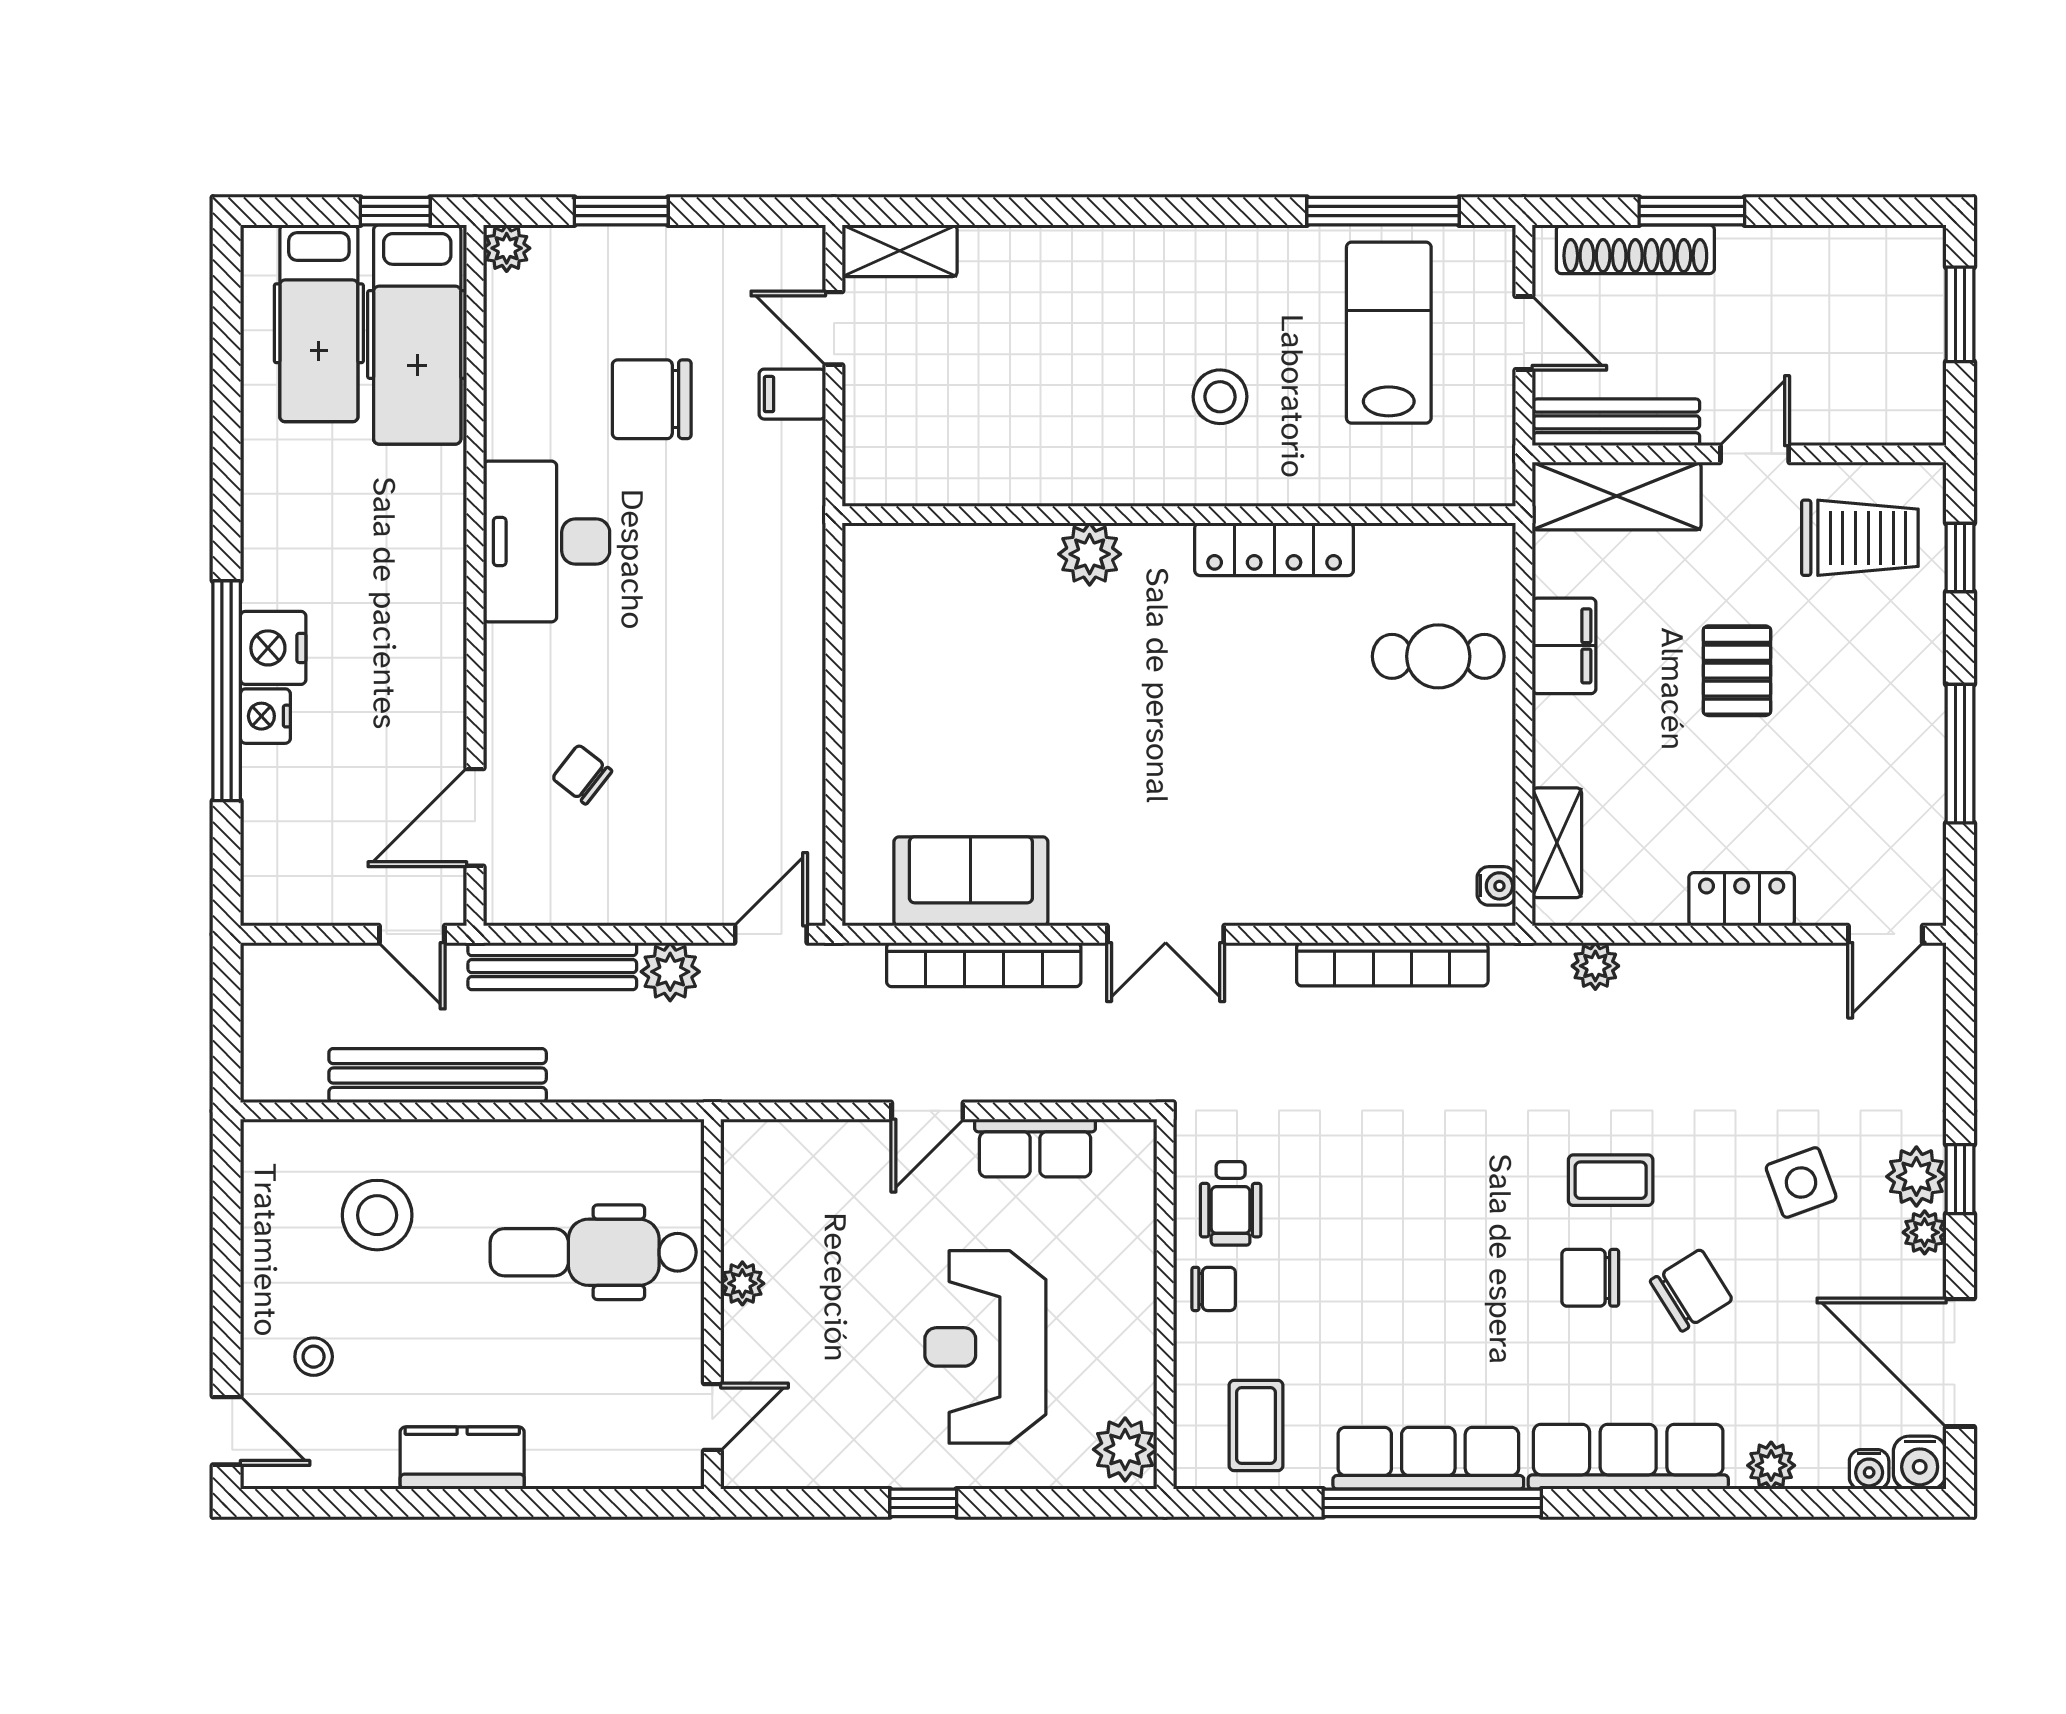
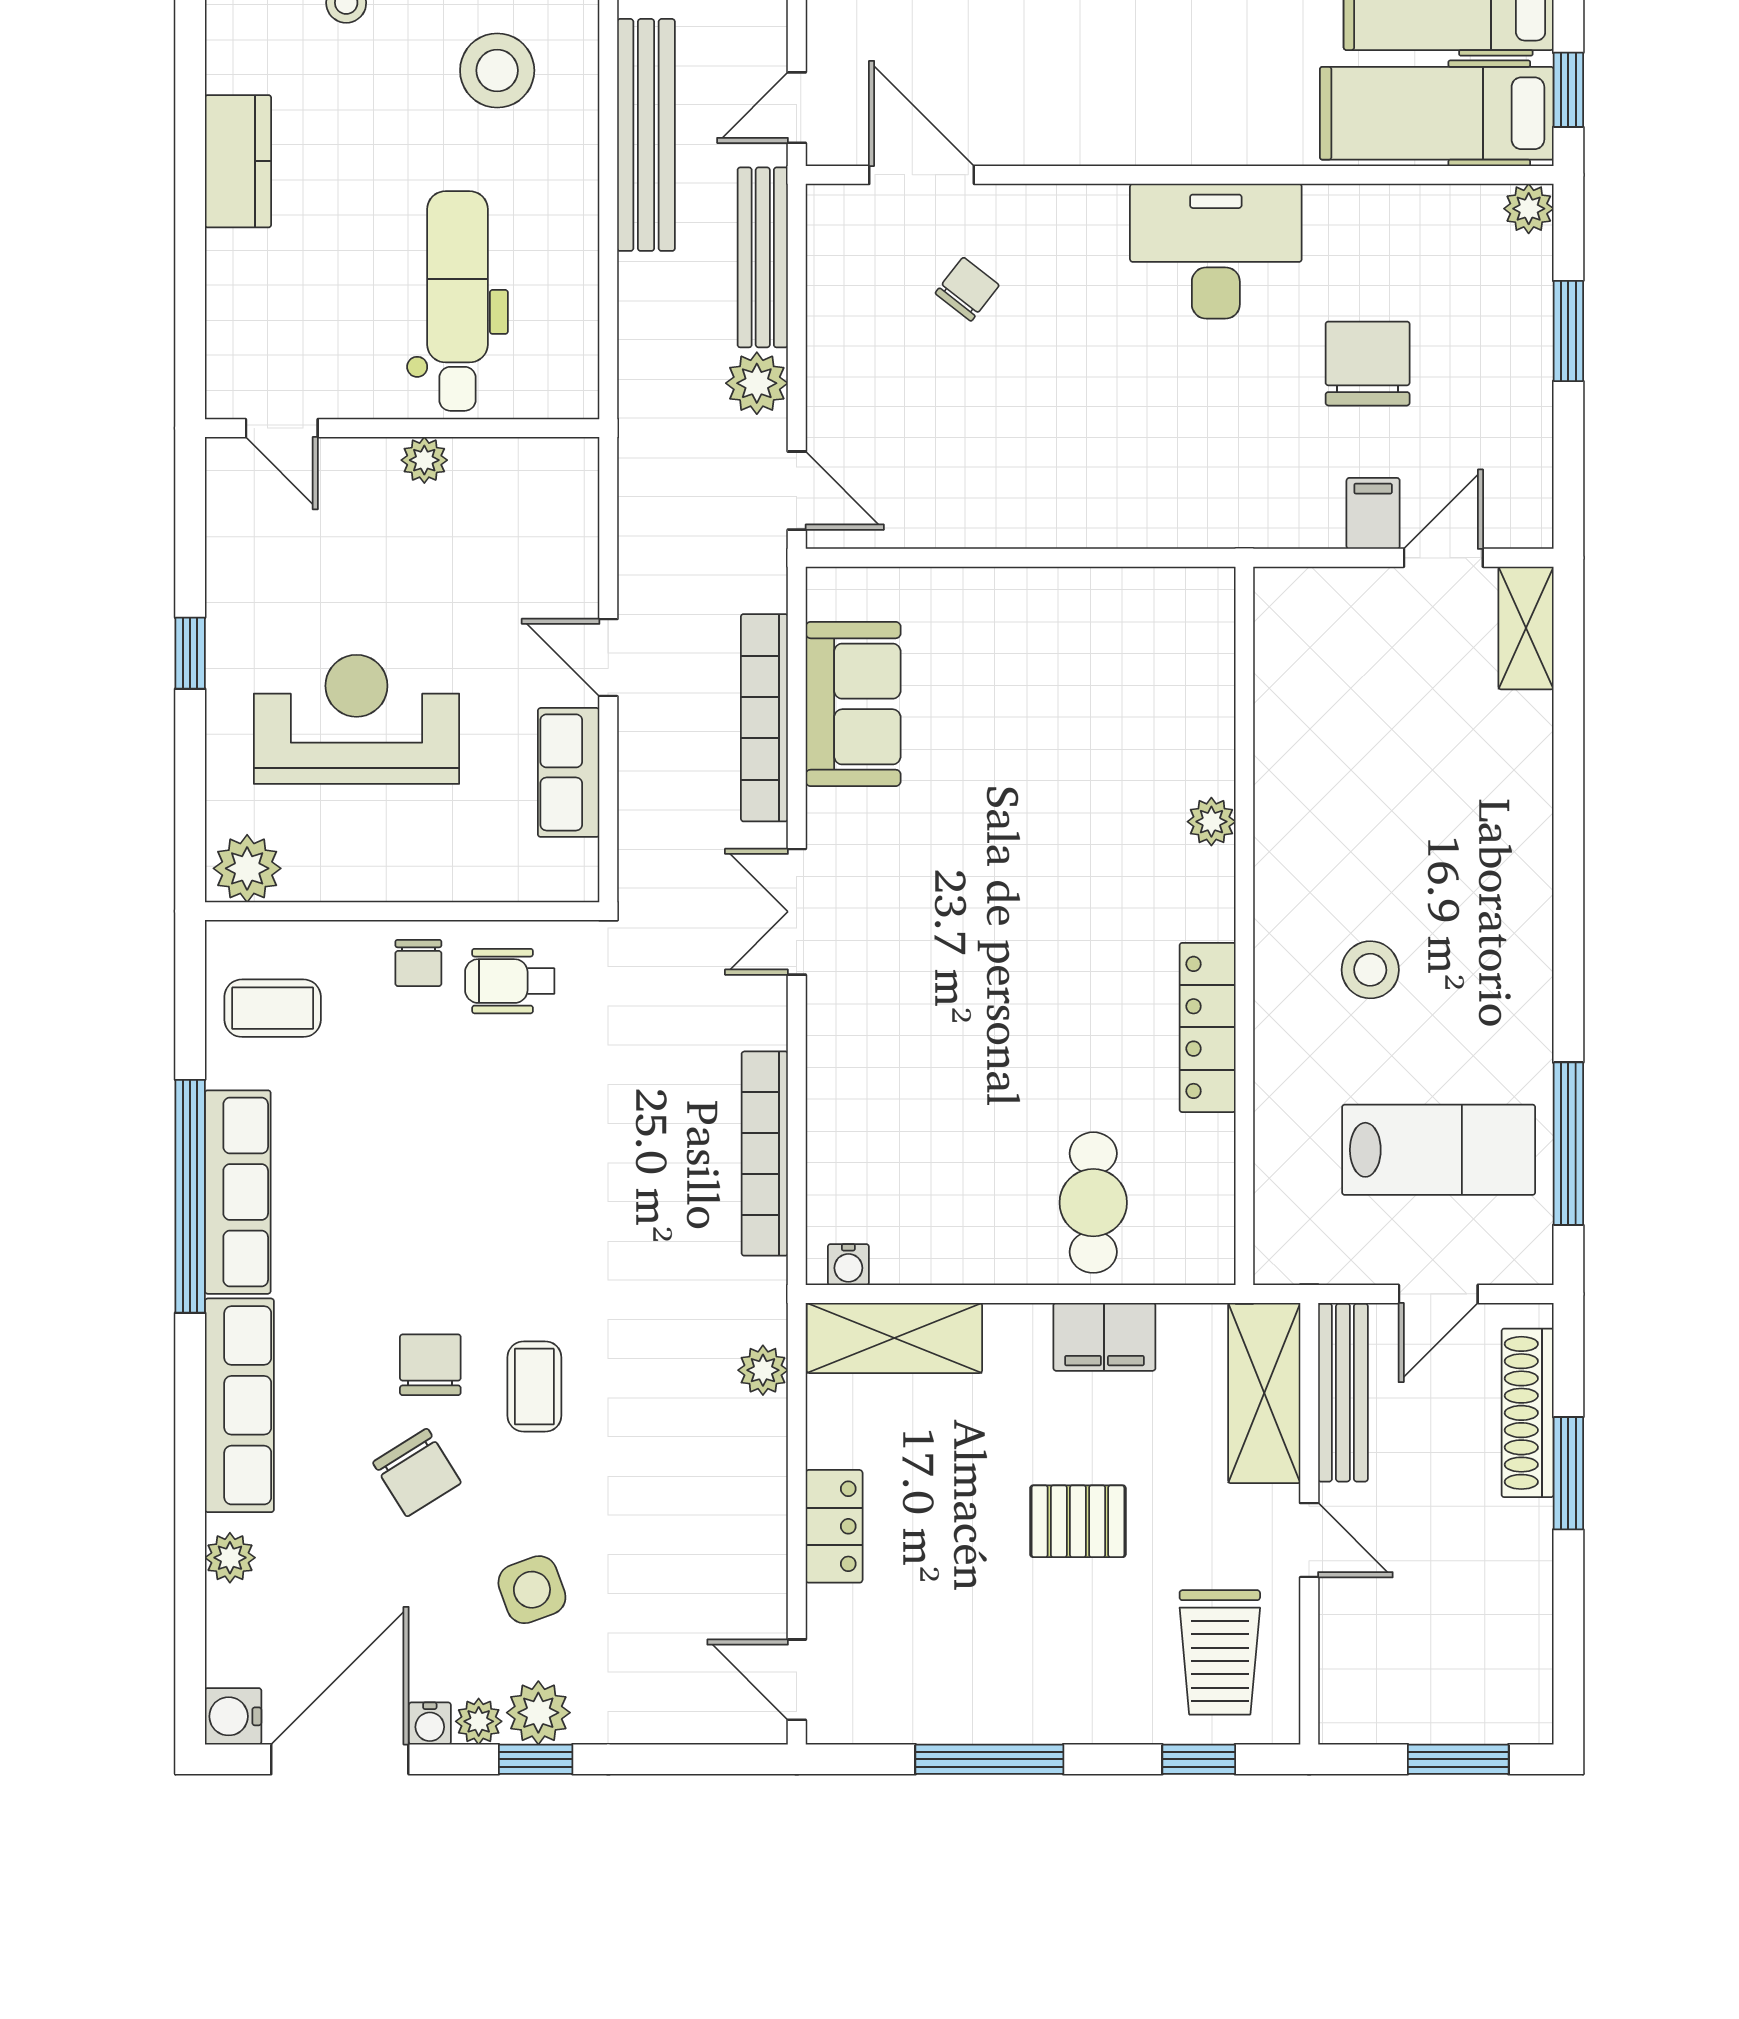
plant: (1090, 554) -> (1211, 822), width x0.73, depth x0.73
shelving: (1557, 843) -> (894, 1338), width x1.50, depth x1.33
water cooler: (1869, 1469) -> (430, 1723), moved, turned -90

